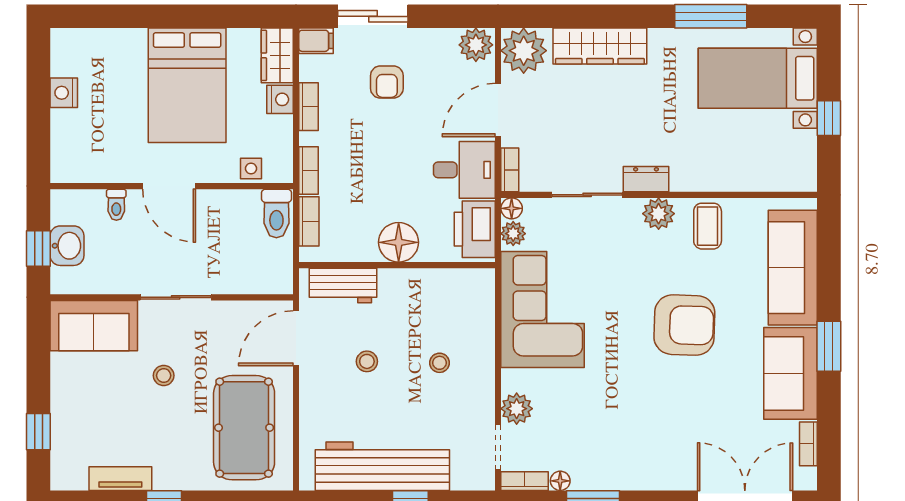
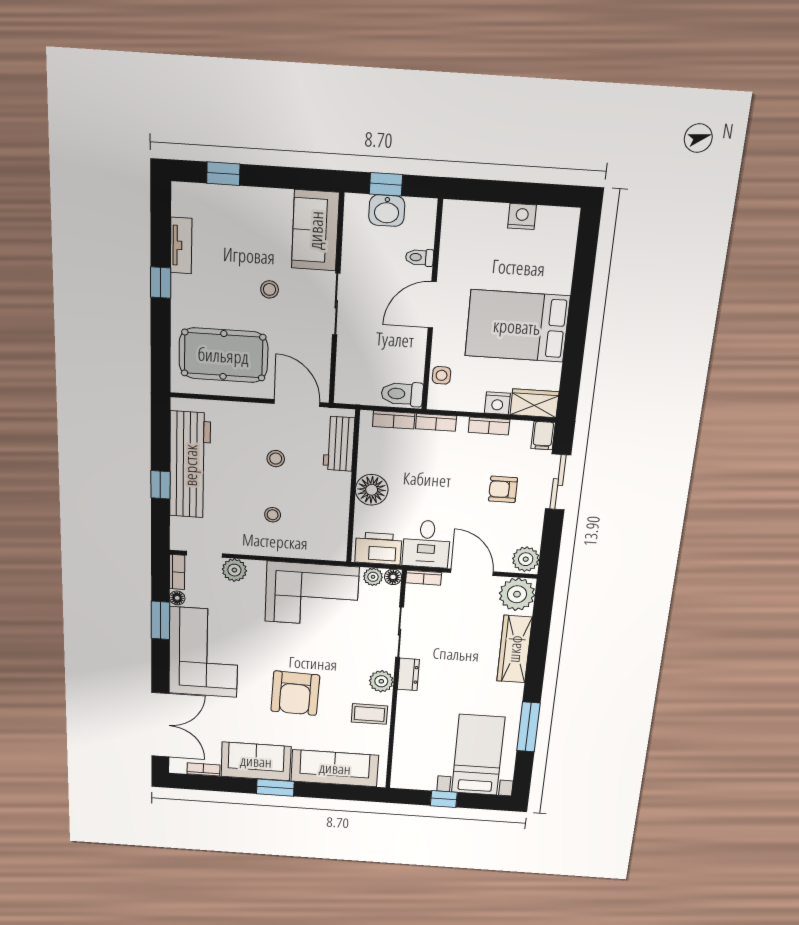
corner sofa: (634, 446) -> (203, 652), added

